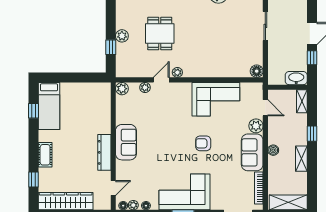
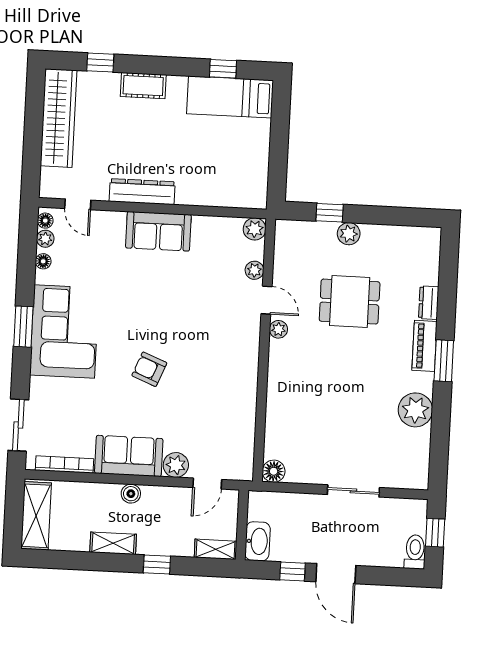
corner sofa: (216, 99) -> (227, 396), removed
armchair: (203, 143) -> (149, 369), turned -68

